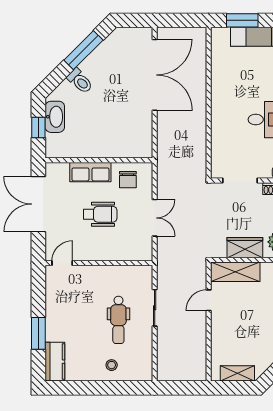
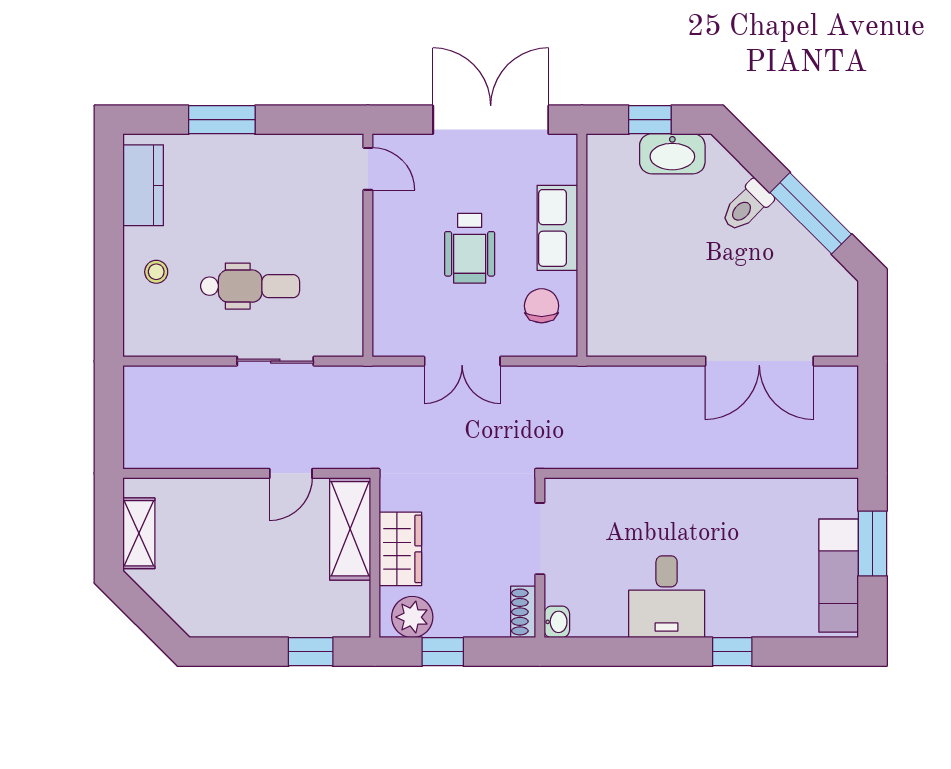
double door: (155, 75) -> (759, 361), width x0.73
chair: (128, 180) -> (542, 306), turned 90
door: (209, 300) -> (291, 473), swing flipped
dental chair: (118, 320) -> (250, 286), turned 180
kitchen counter: (55, 362) -> (143, 185), moved, turned -90

